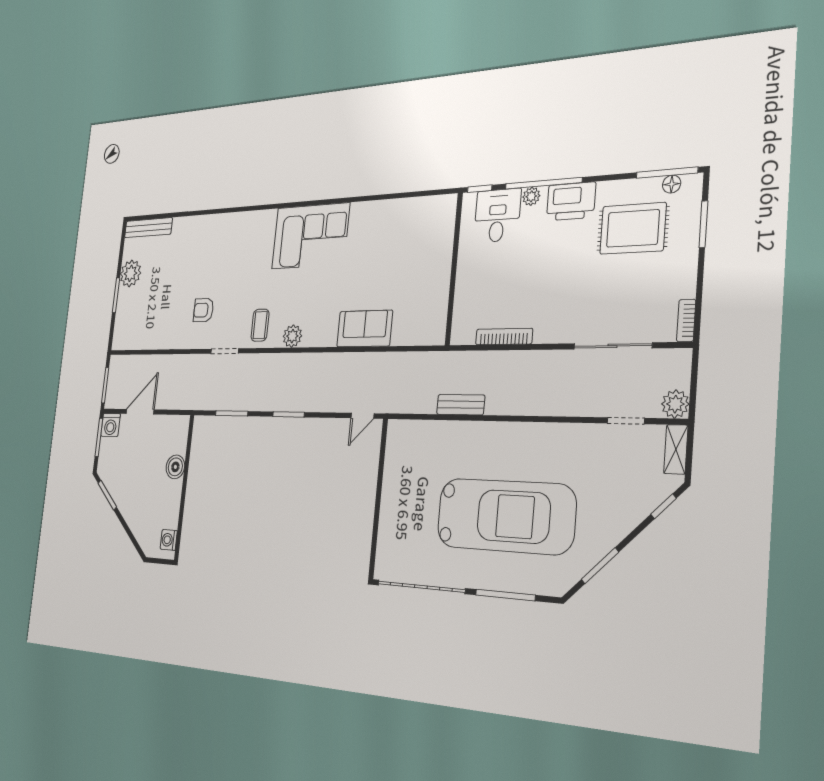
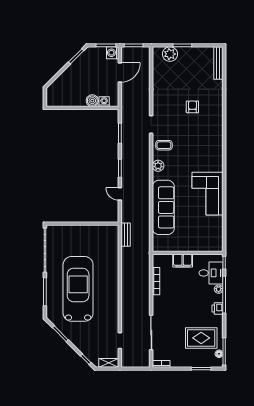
printer: (571, 201) -> (218, 309), width x0.53, depth x0.68
rug: (633, 228) -> (201, 338), turned 90
corner sofa: (310, 236) -> (208, 194), moved
plant: (131, 273) -> (170, 54), moved
filing cabinet: (468, 279) -> (183, 261), added
armchair: (203, 310) -> (192, 107), moved
sofa: (365, 329) -> (163, 207), width x1.85, depth x1.27
plant: (675, 404) -> (127, 361), removed
bench: (461, 405) -> (126, 235), moved
door: (140, 412) -> (120, 72), hinge flipped
door: (362, 416) -> (120, 194), moved
car: (505, 516) -> (78, 289), turned 180
washing machine: (169, 540) -> (104, 102), moved

